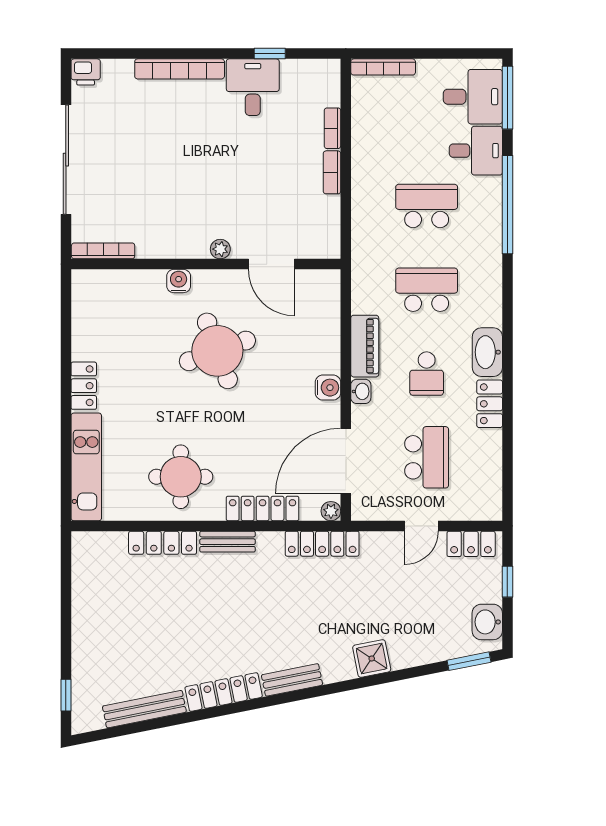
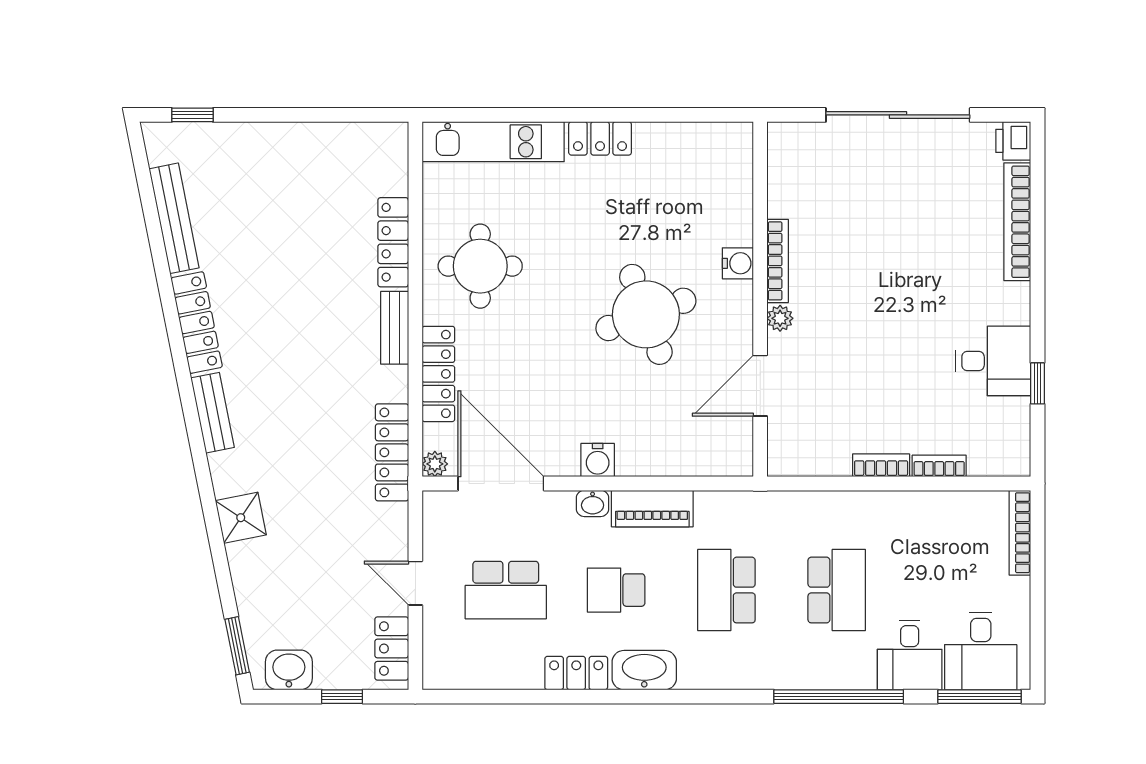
bookcase: (180, 69) -> (1017, 222), moved
bookcase: (103, 251) -> (778, 261), moved
school desk: (427, 290) -> (726, 590), turned 180

